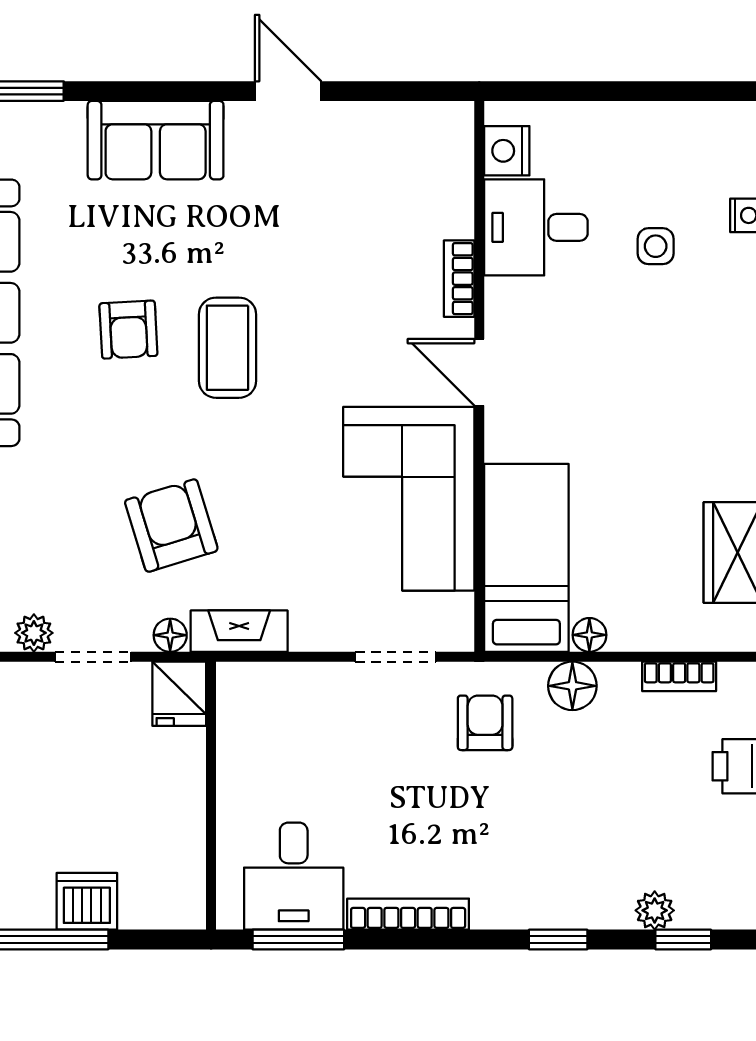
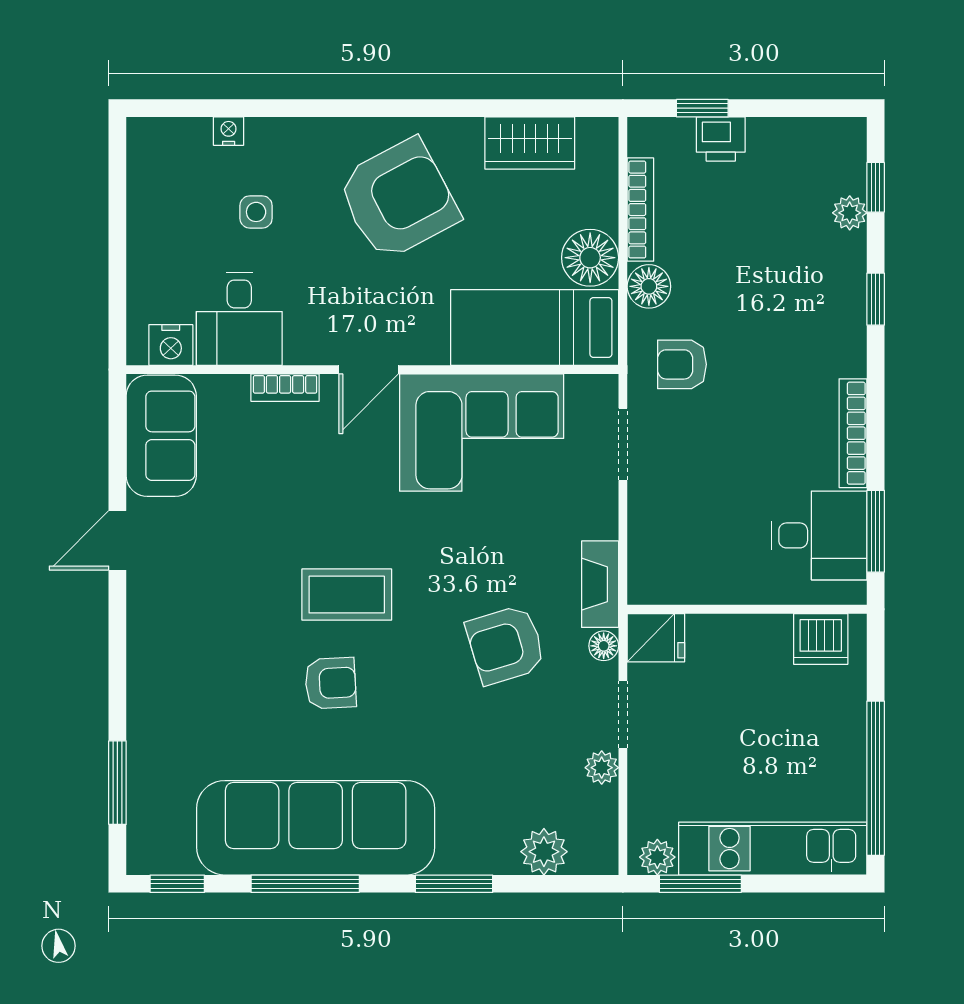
sofa: (156, 140) -> (161, 436), moved
armchair: (670, 405) -> (398, 199), added
floor lamp: (589, 635) -> (590, 258), width x1.89, depth x1.89
bookcase: (679, 676) -> (640, 210), width x1.56
dishwasher: (87, 901) -> (821, 639), moved, turned -90

